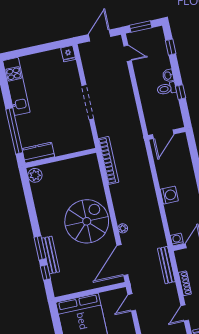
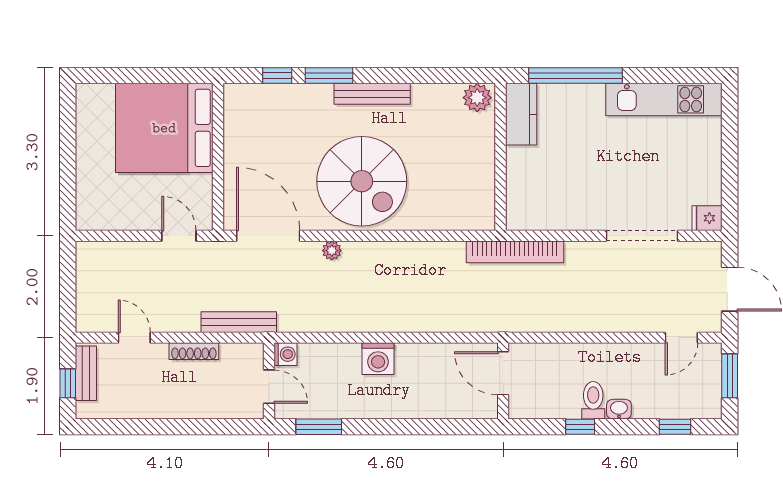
doorway: (88, 102) -> (642, 236), moved
bookcase: (109, 160) -> (515, 252), moved
bench: (51, 255) -> (372, 94), moved

